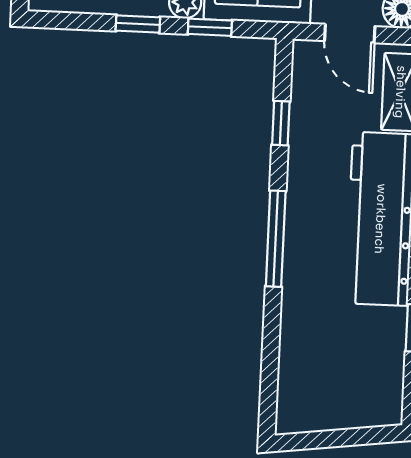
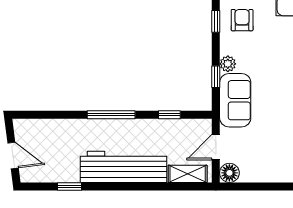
window: (138, 24) -> (216, 21), moved
door: (348, 437) -> (13, 155), added

